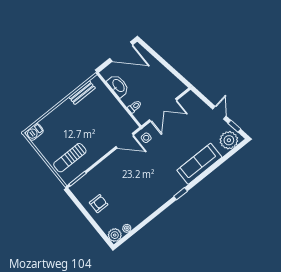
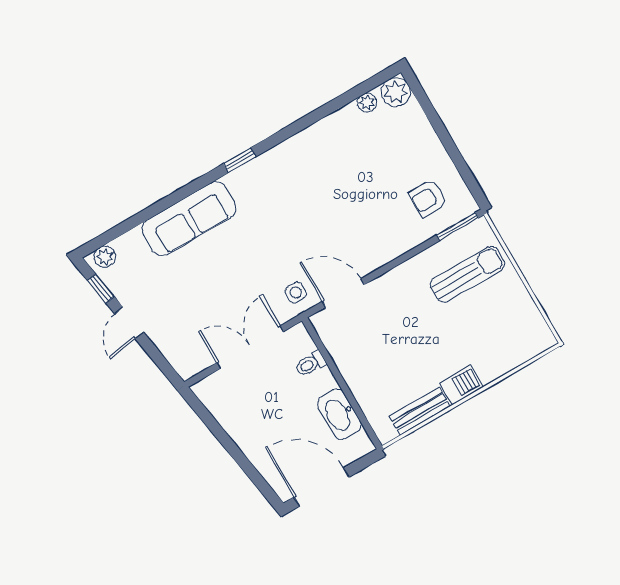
barbecue: (34, 132) -> (461, 385), moved
plant: (229, 140) -> (105, 257), width x0.53, depth x0.53
armchair: (99, 204) -> (428, 198), moved

